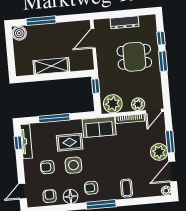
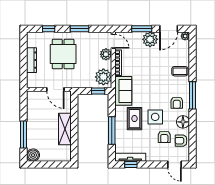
door: (93, 38) -> (55, 89), moved
window: (163, 61) -> (79, 29), moved
window: (96, 86) -> (98, 91), moved
armchair: (47, 167) -> (164, 137), moved
door: (173, 171) -> (169, 29), hinge flipped

